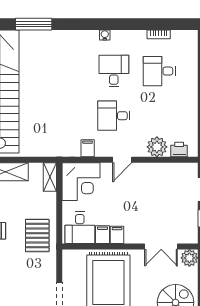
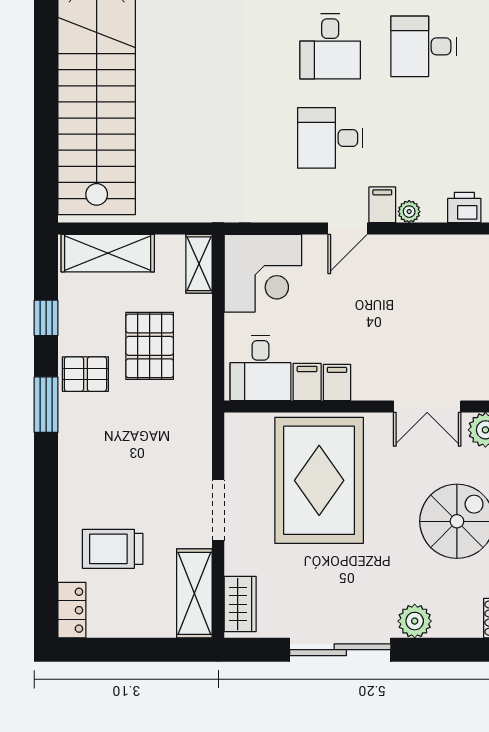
desk: (114, 71) -> (330, 46), turned 180
plant: (157, 147) -> (409, 212), width x0.53, depth x0.53
filing cabinet: (88, 148) -> (382, 205), moved
pallet: (37, 235) -> (150, 346), moved

